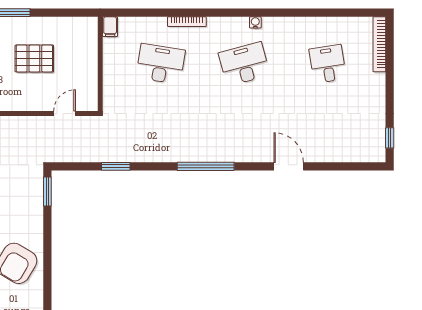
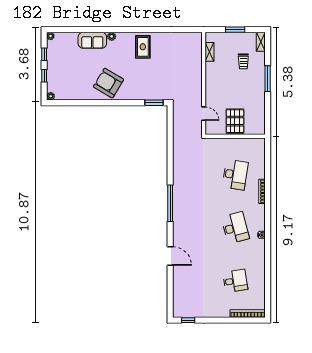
filing cabinet: (110, 27) -> (259, 143), removed
pallet: (34, 58) -> (235, 121), moved
window: (116, 166) -> (170, 146), removed
door: (289, 166) -> (170, 256), hinge flipped

